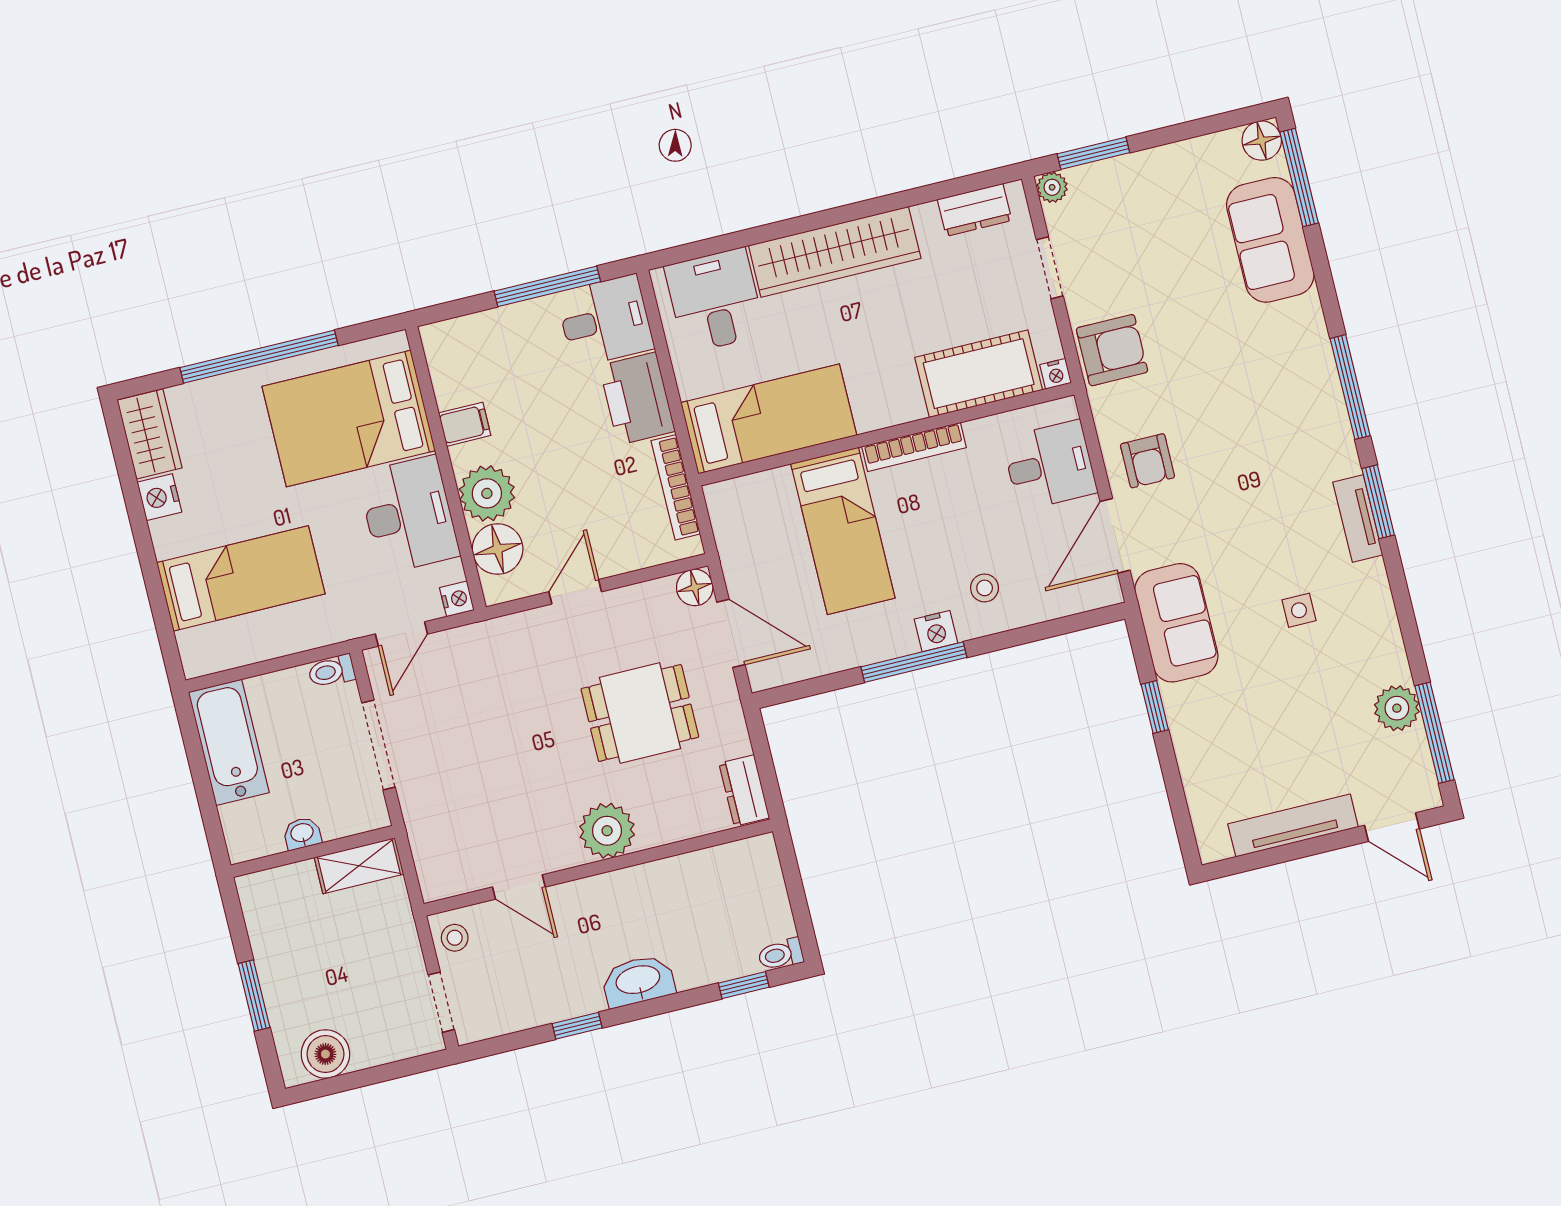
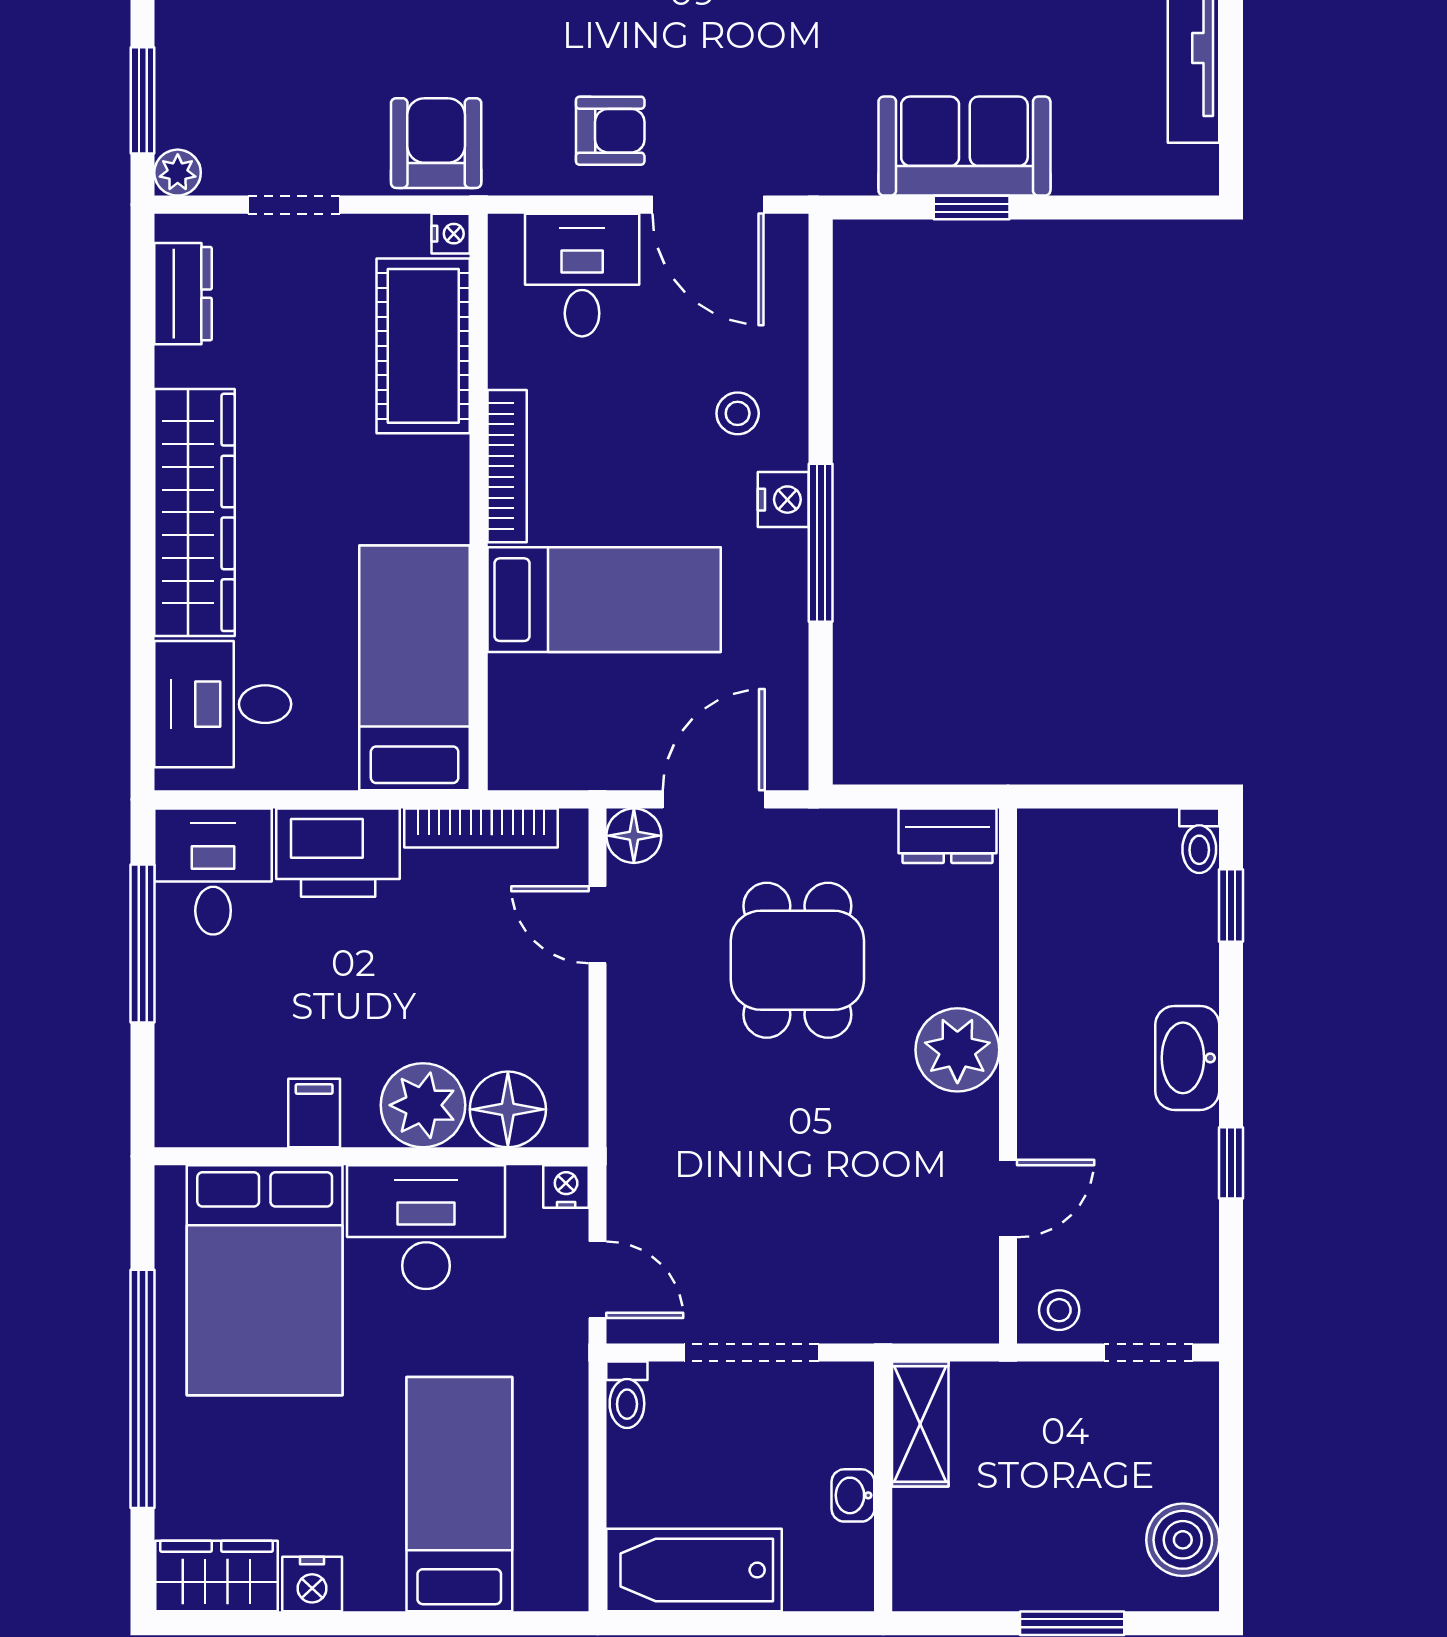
door: (575, 592) -> (598, 925), moved
sofa: (1176, 623) -> (964, 146), moved

